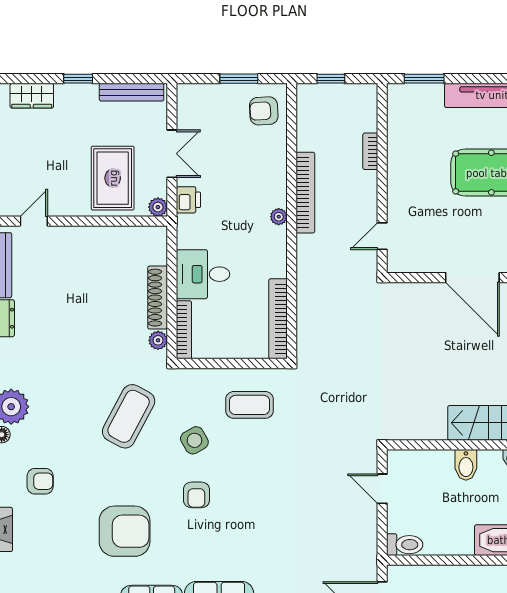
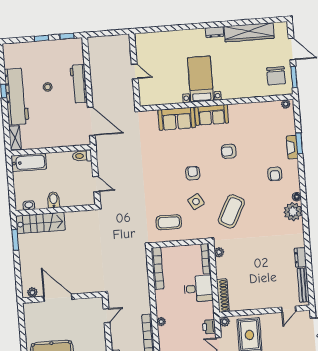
shoe rack: (158, 298) -> (223, 296), moved
armchair: (40, 481) -> (275, 174), turned -90
armchair: (125, 531) -> (229, 151), width x0.53, depth x0.53

